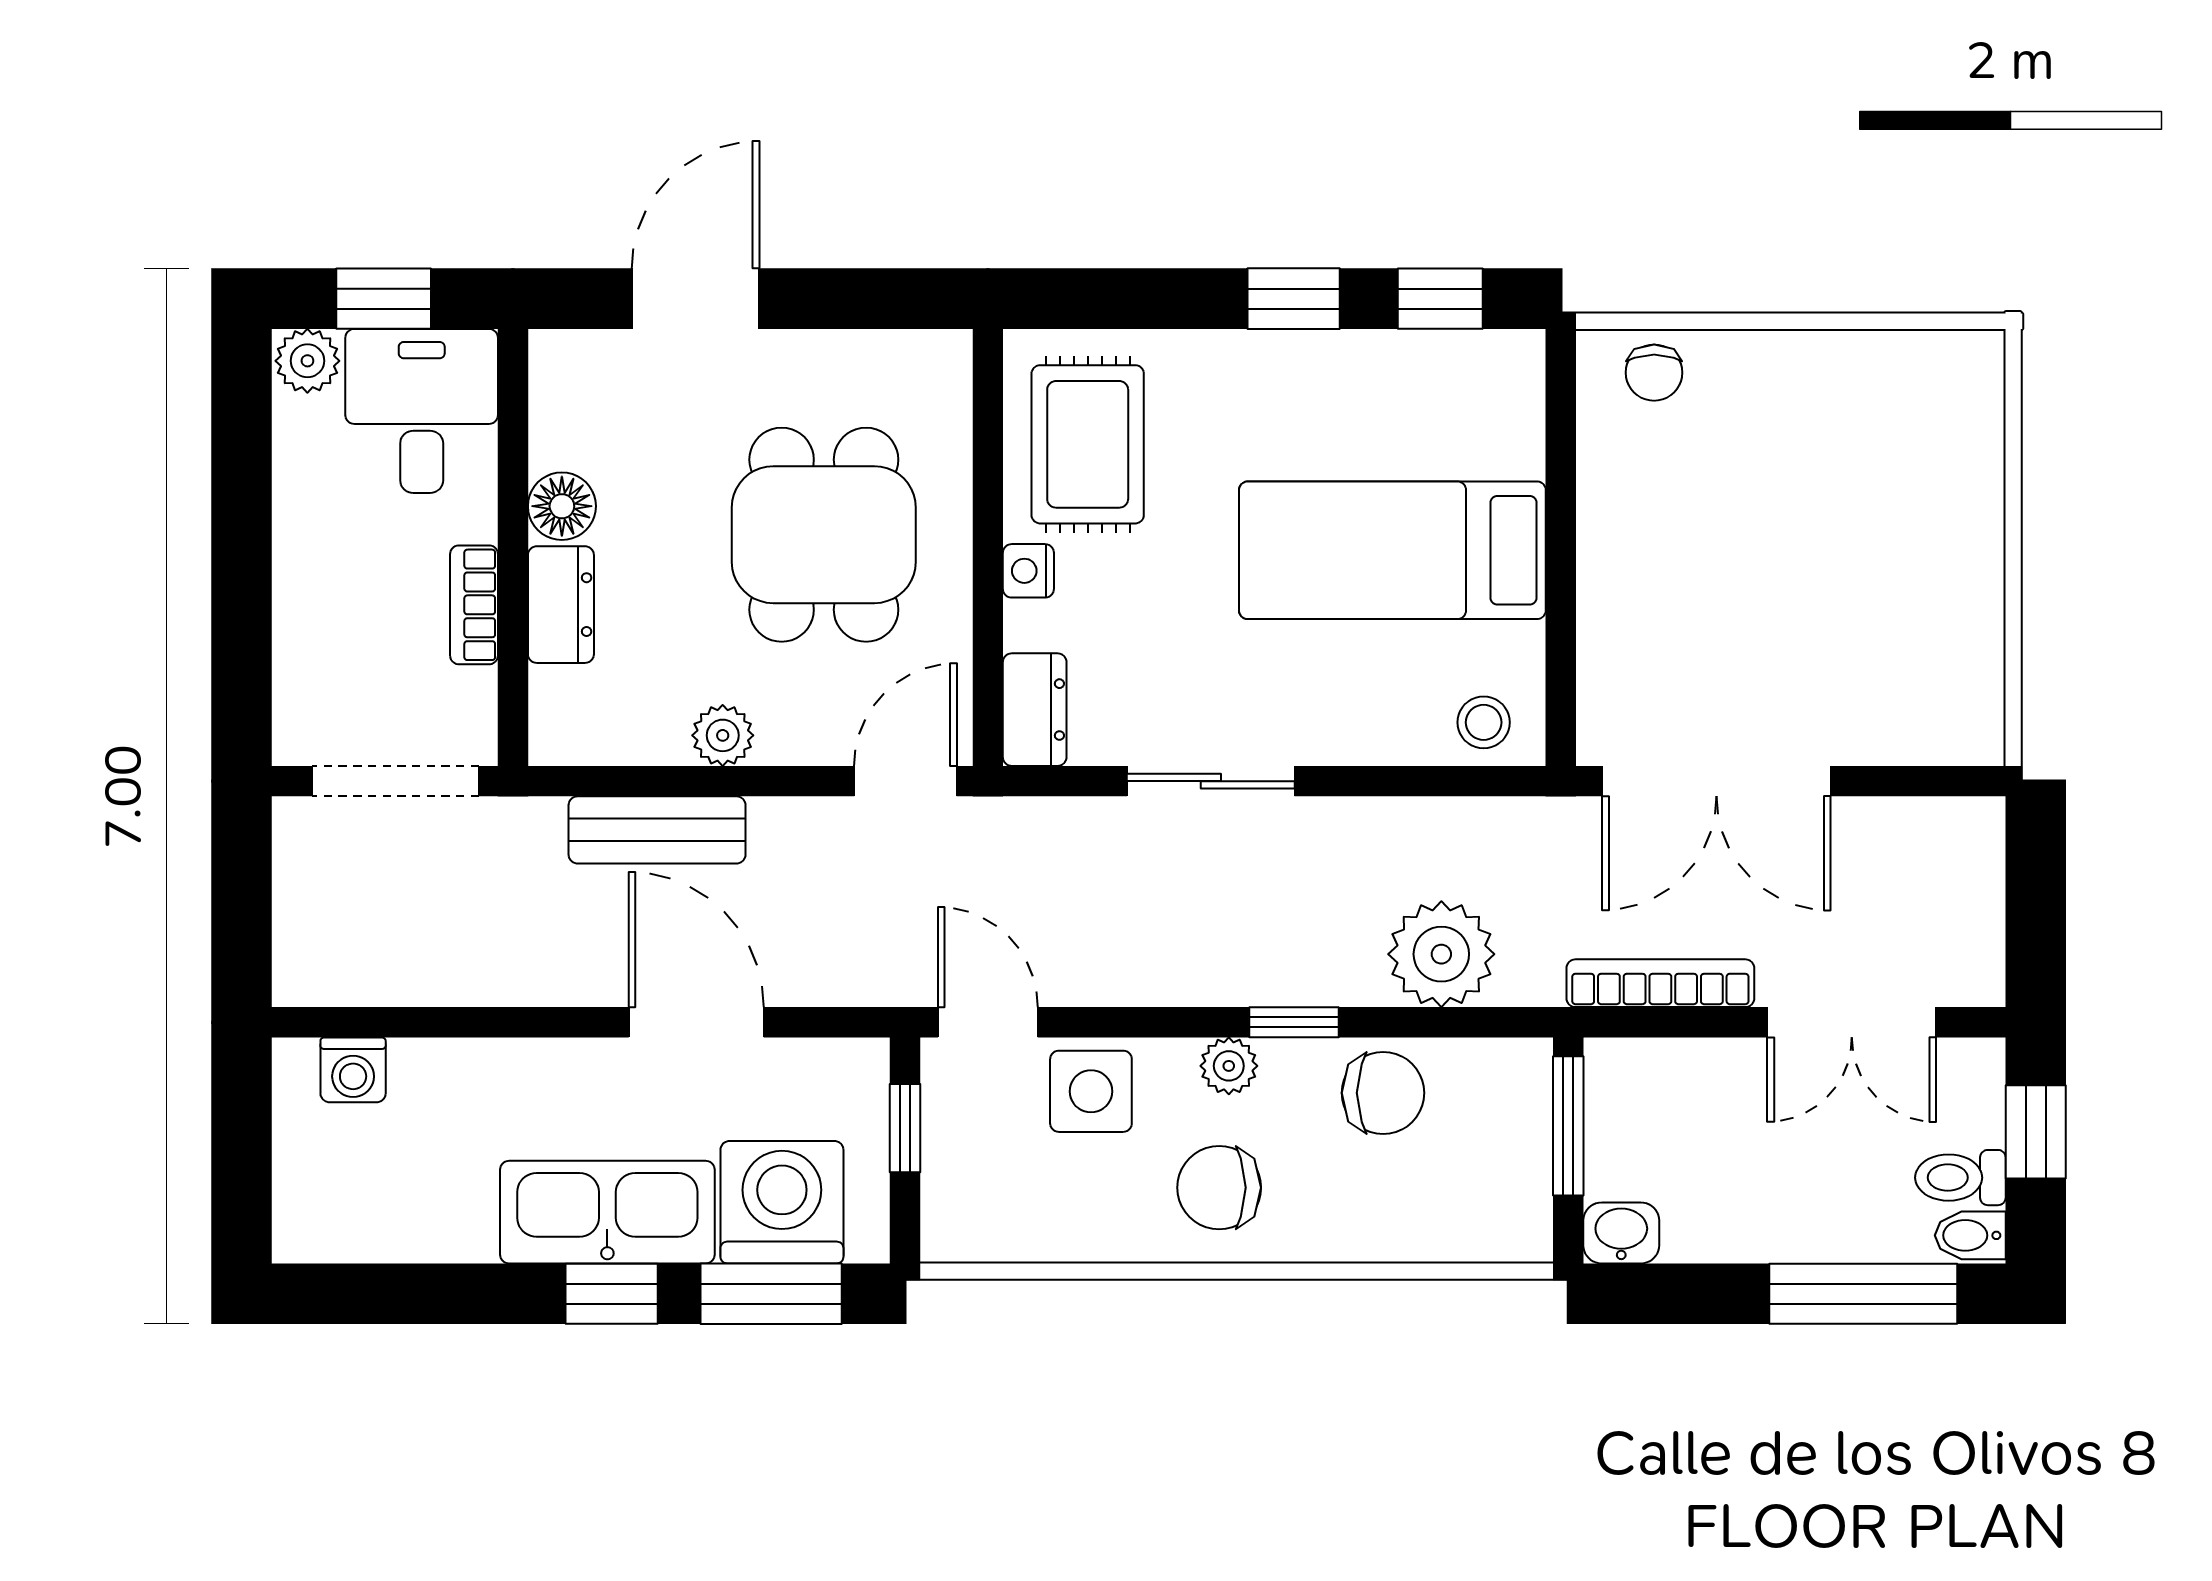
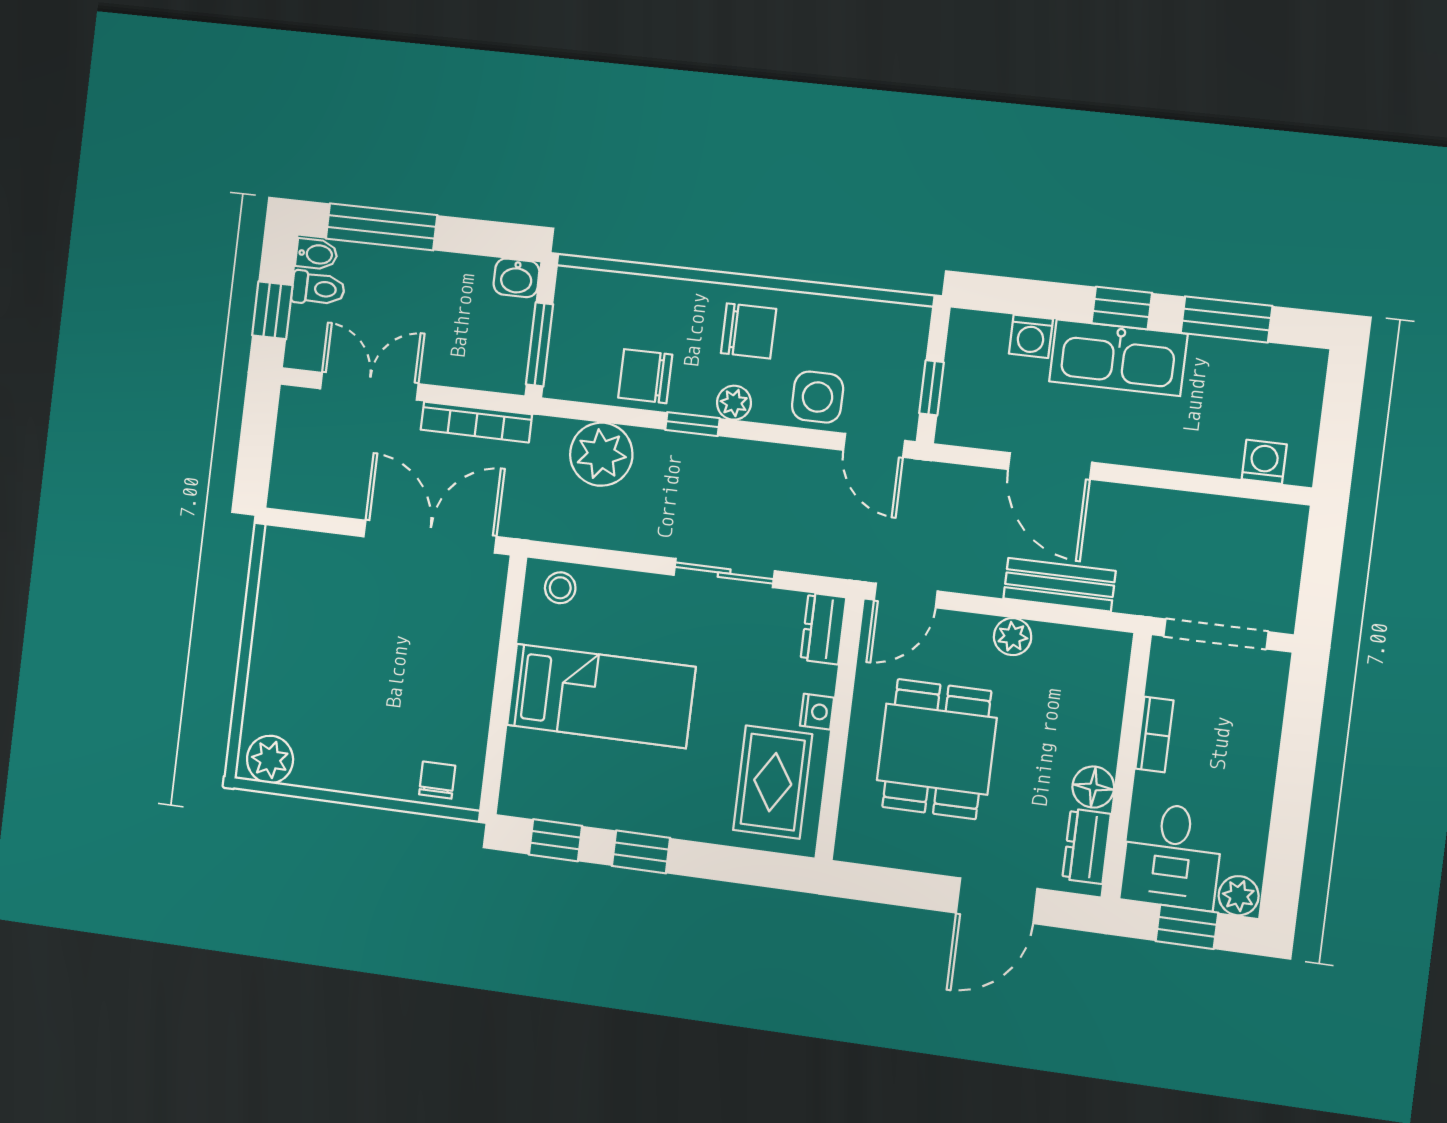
plant: (1947, 369) -> (270, 759), added
dresser: (561, 605) -> (1087, 846), moved
washing machine: (782, 1202) -> (1031, 336), width x0.53, depth x0.53
window: (771, 1294) -> (1226, 319), moved

